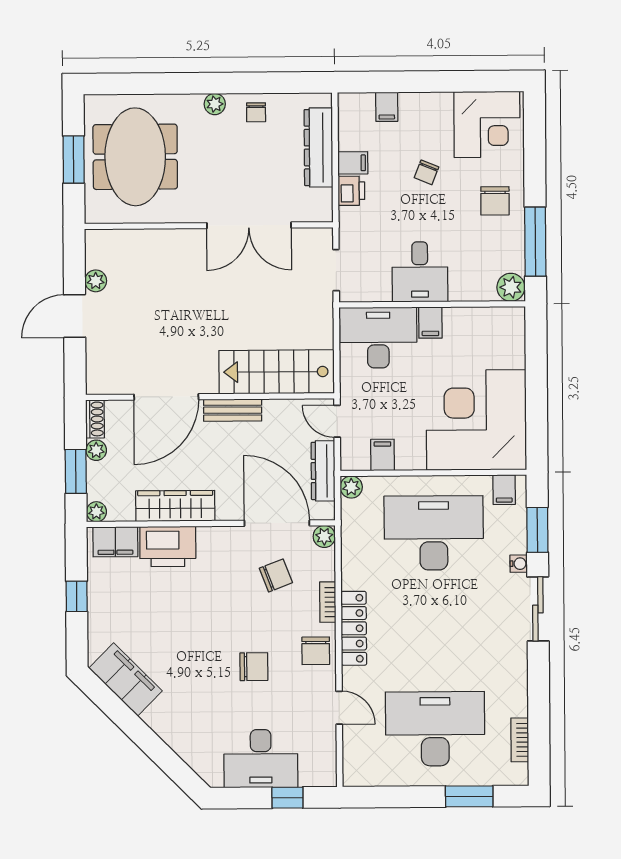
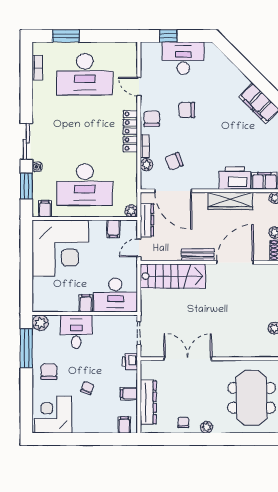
filing cabinet: (387, 107) -> (124, 425), moved
printer: (351, 191) -> (130, 362), moved
desk: (420, 272) -> (76, 332), moved
door: (337, 421) -> (139, 248), swing flipped
plant: (324, 536) -> (147, 165), moved

